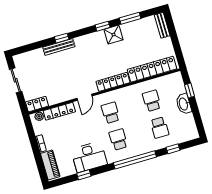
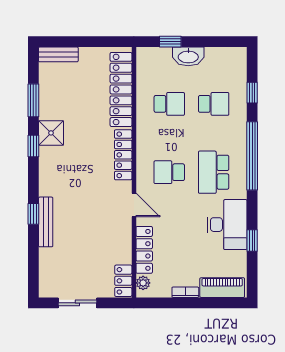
school desk: (152, 101) -> (169, 104), turned 180
school desk: (118, 140) -> (214, 172), width x1.85

